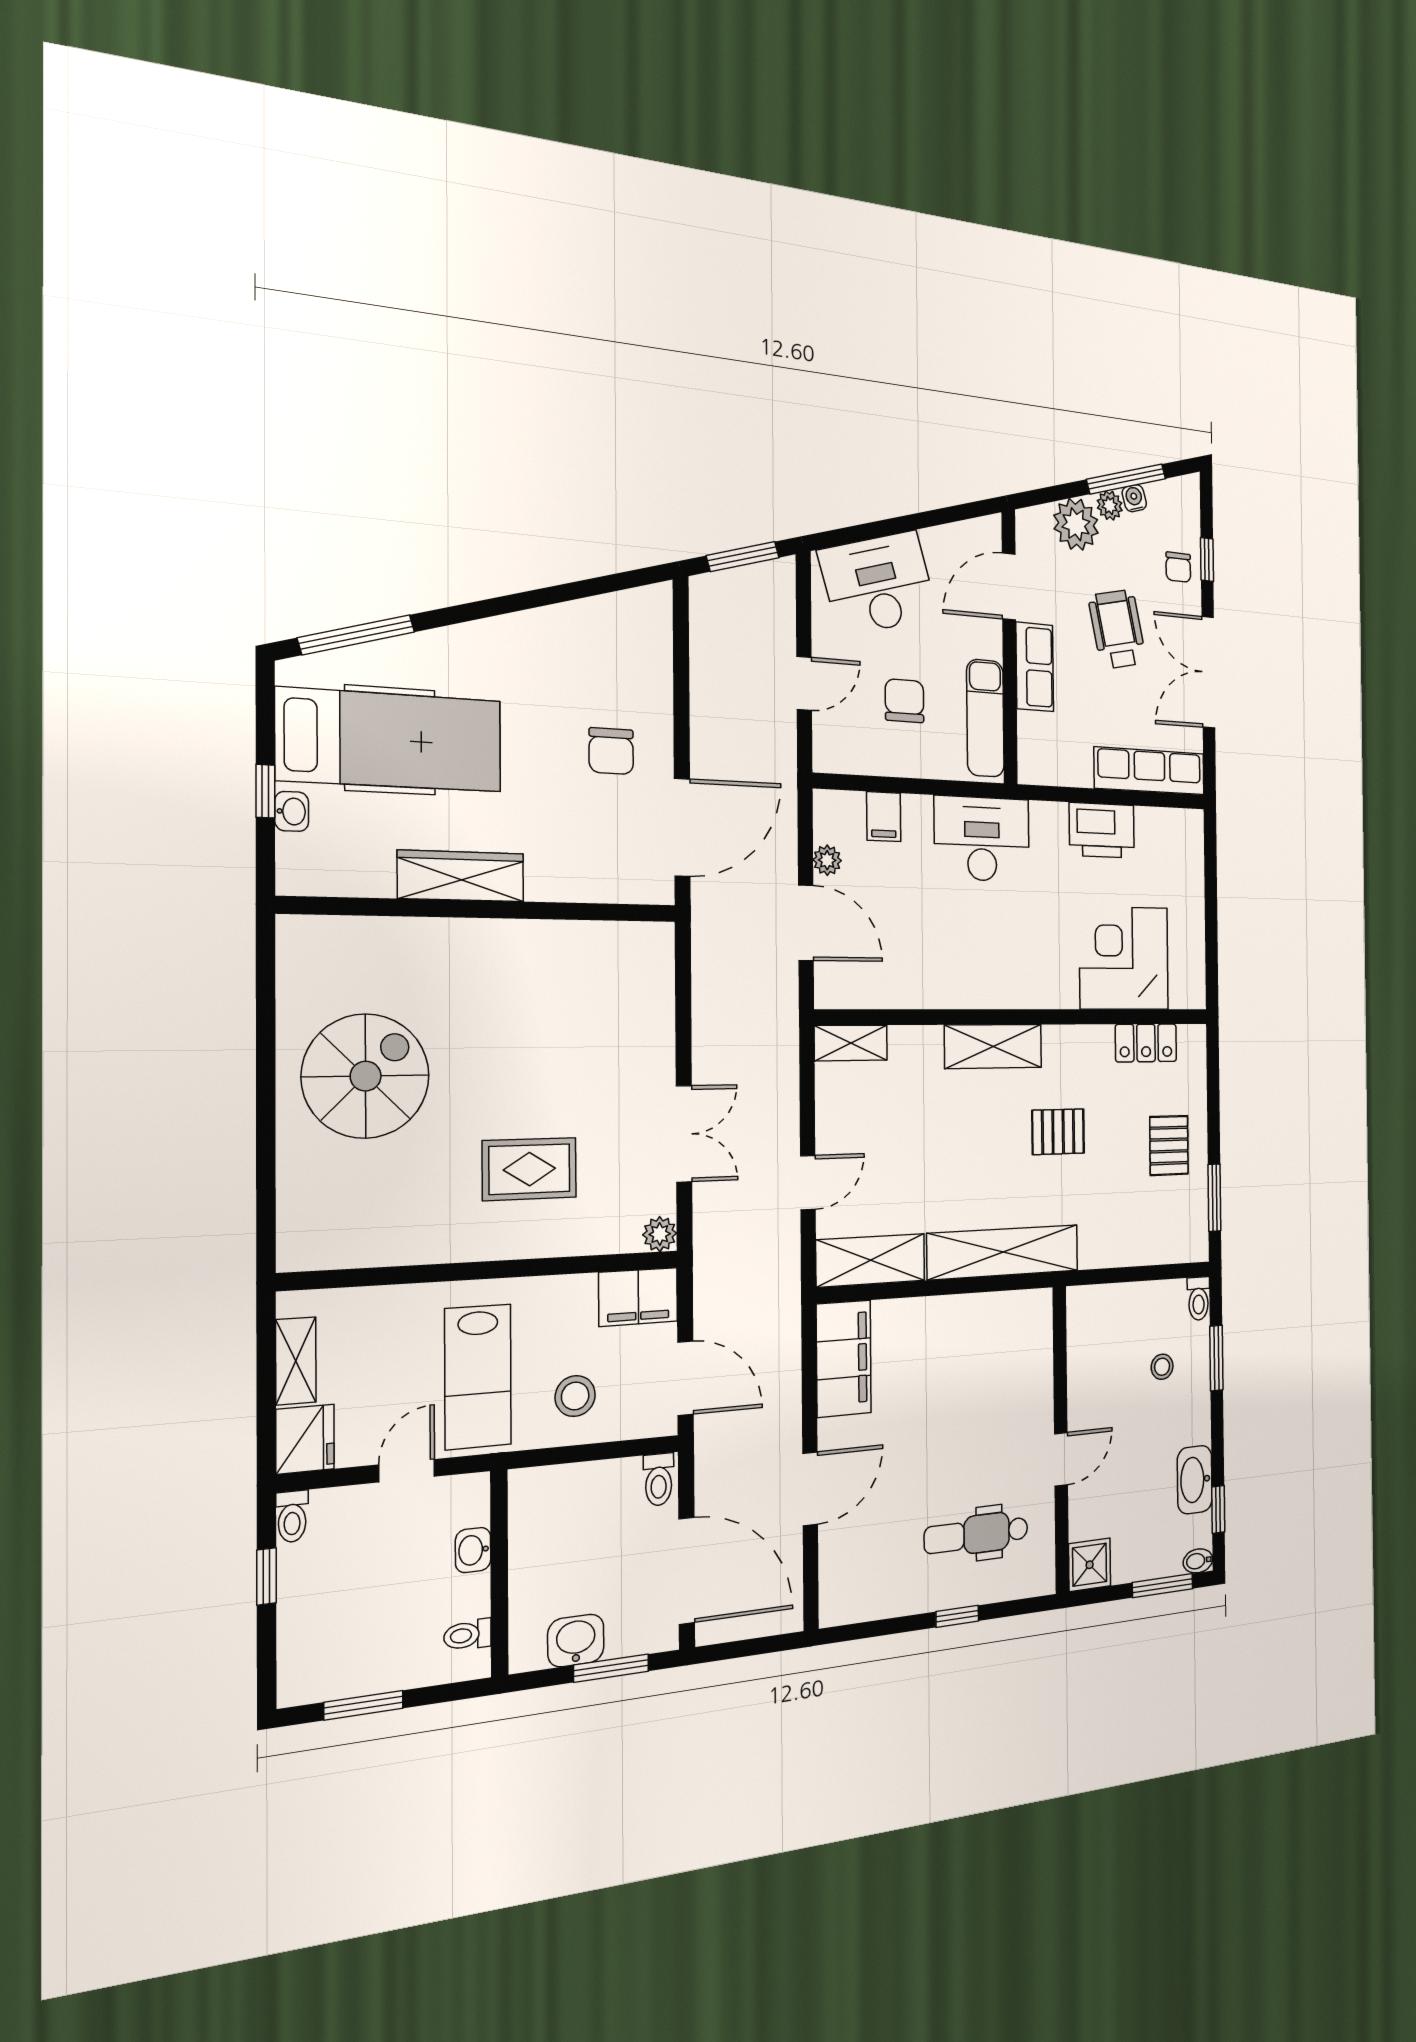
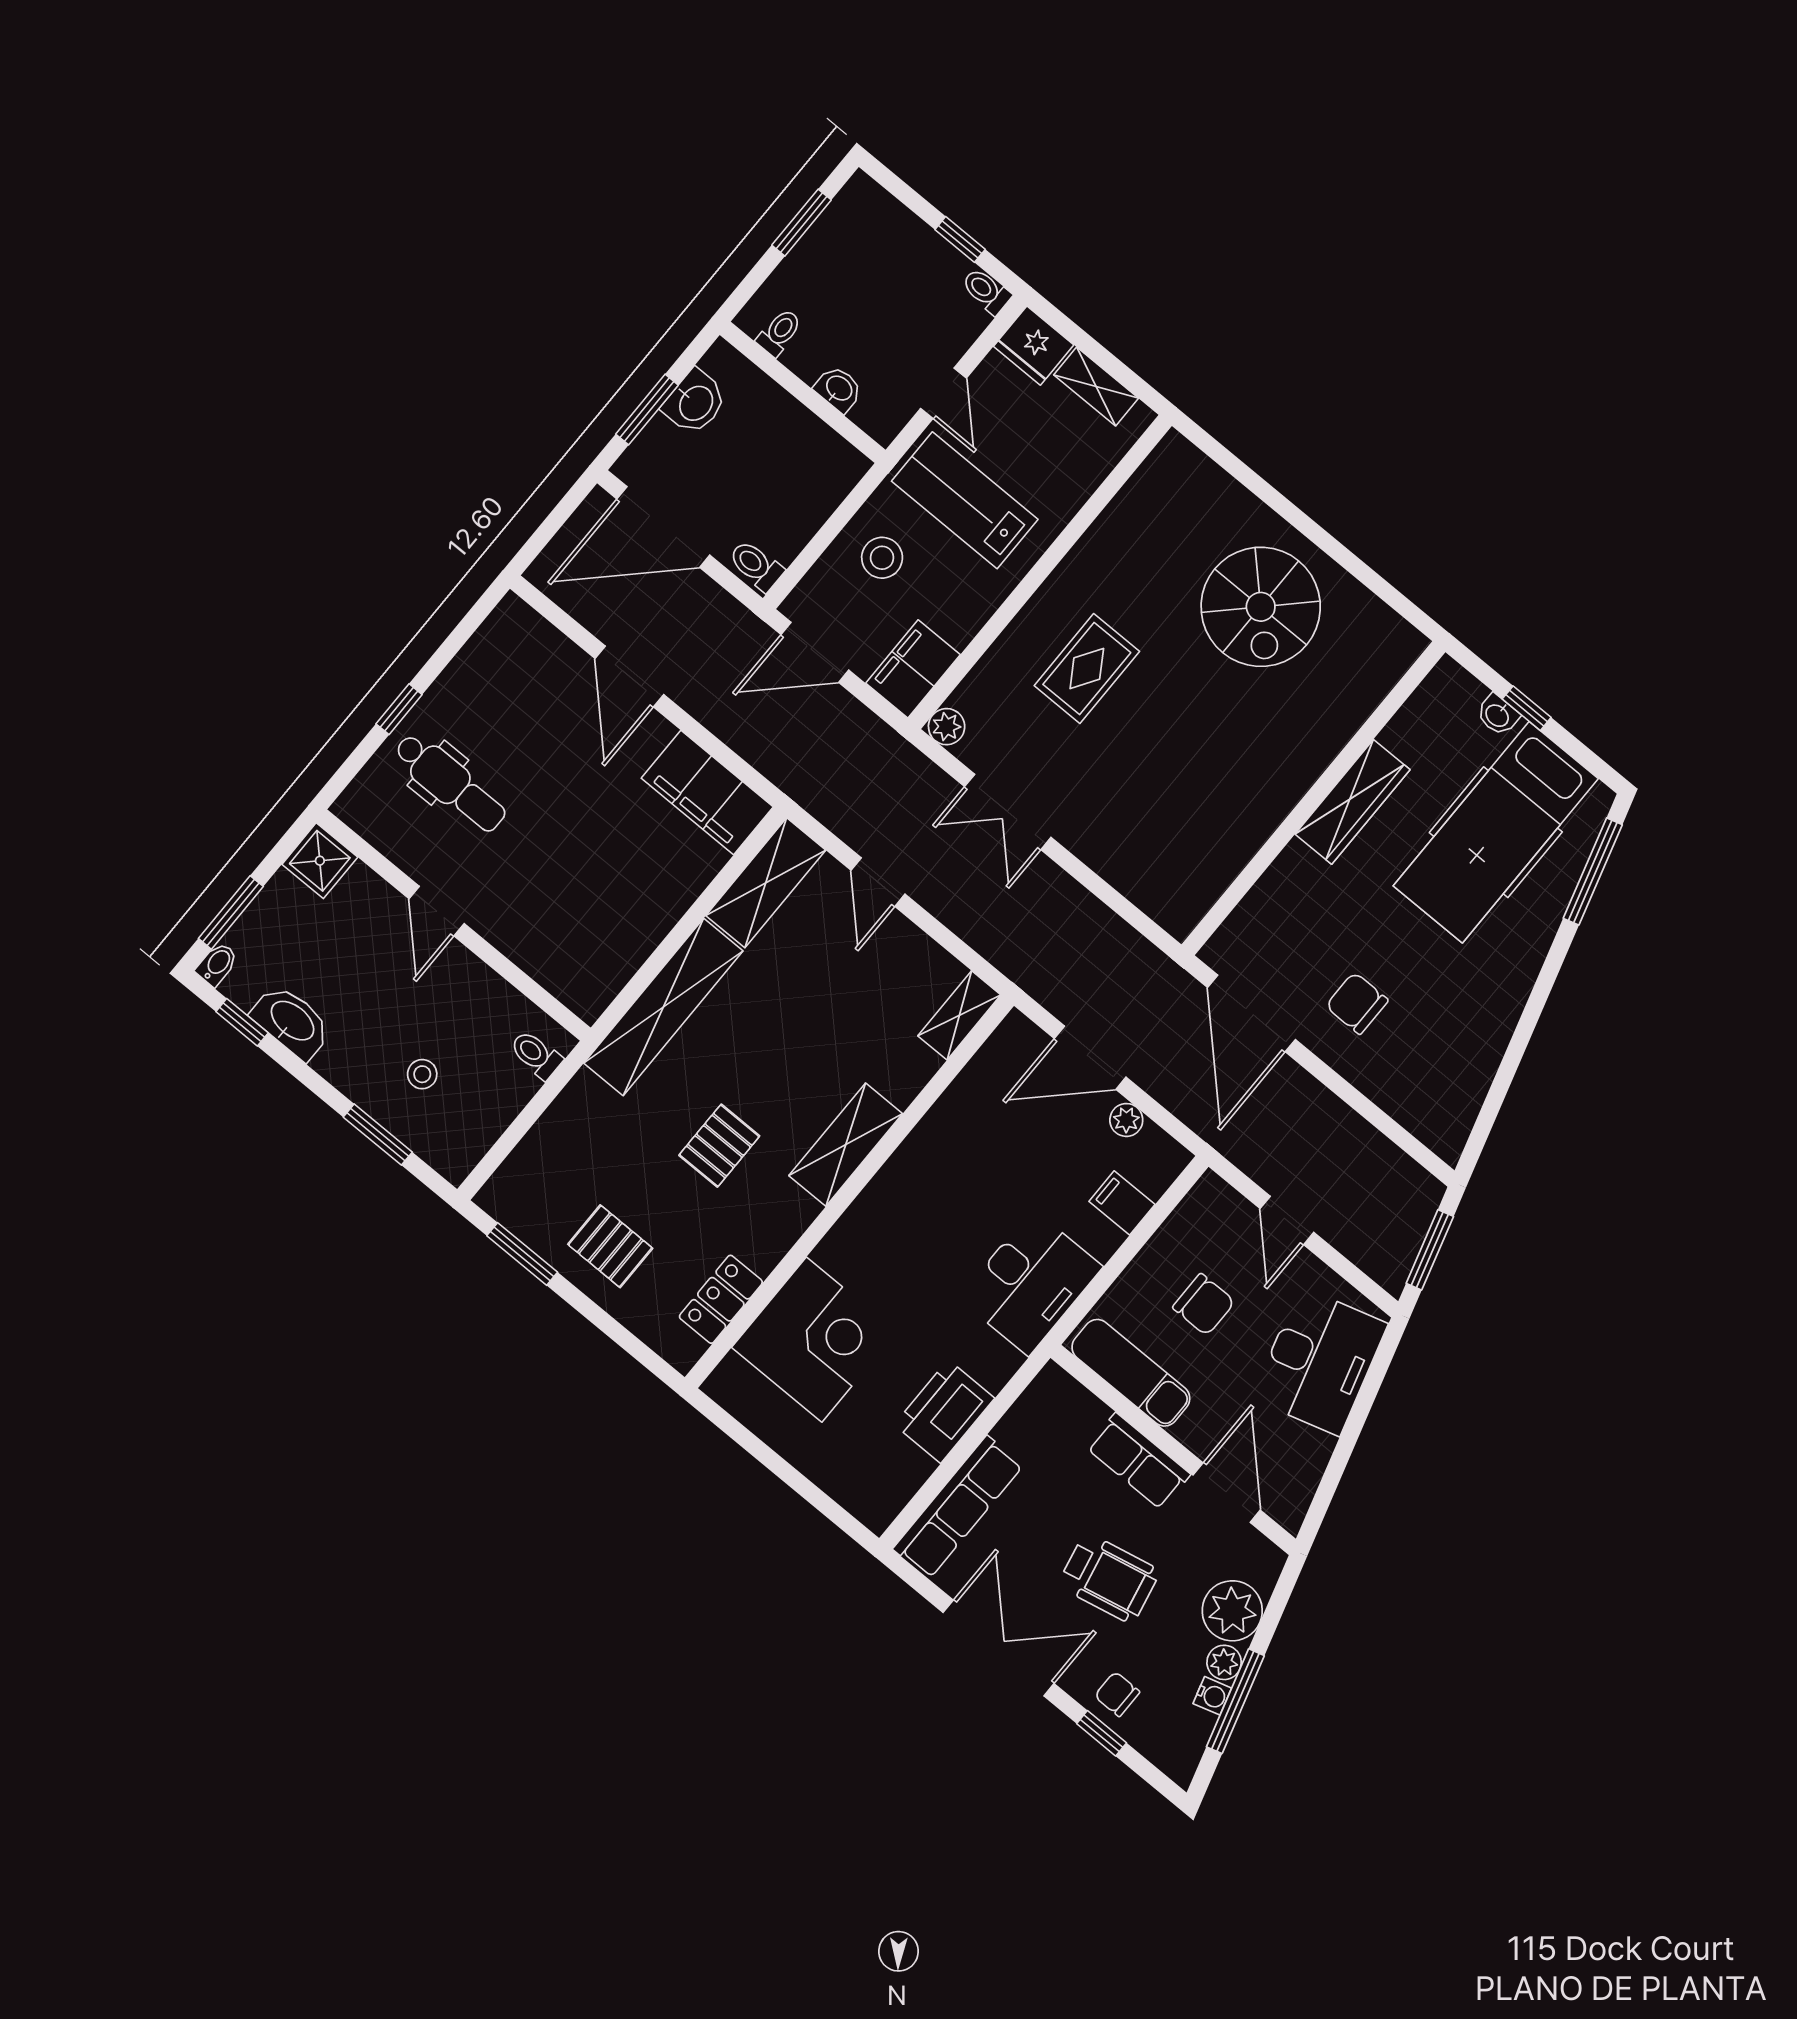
toilet: (1198, 1299) -> (536, 1055), moved
dental chair: (976, 1534) -> (450, 783), turned 90

